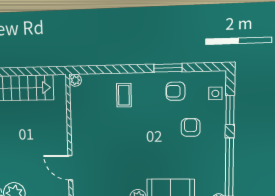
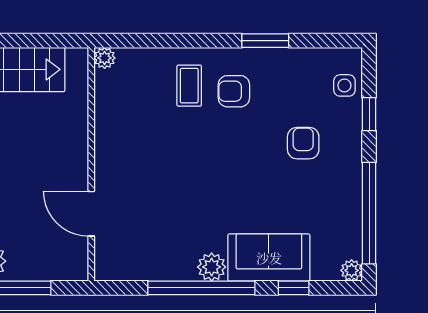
armchair: (175, 91) -> (234, 91), moved
window: (230, 110) -> (369, 114), width x0.67

